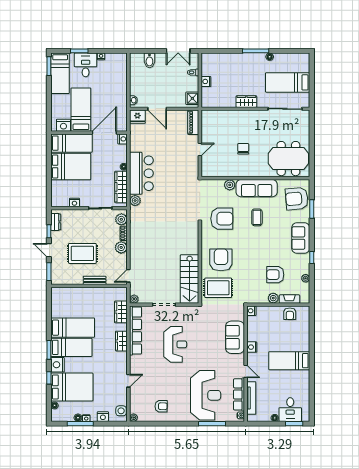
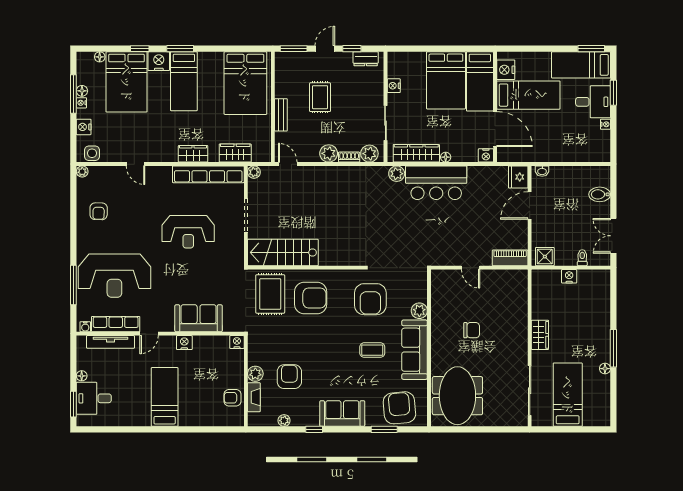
rug: (82, 253) -> (320, 97), width x0.73, depth x0.70
bed: (73, 328) -> (245, 83), moved, width x1.50

